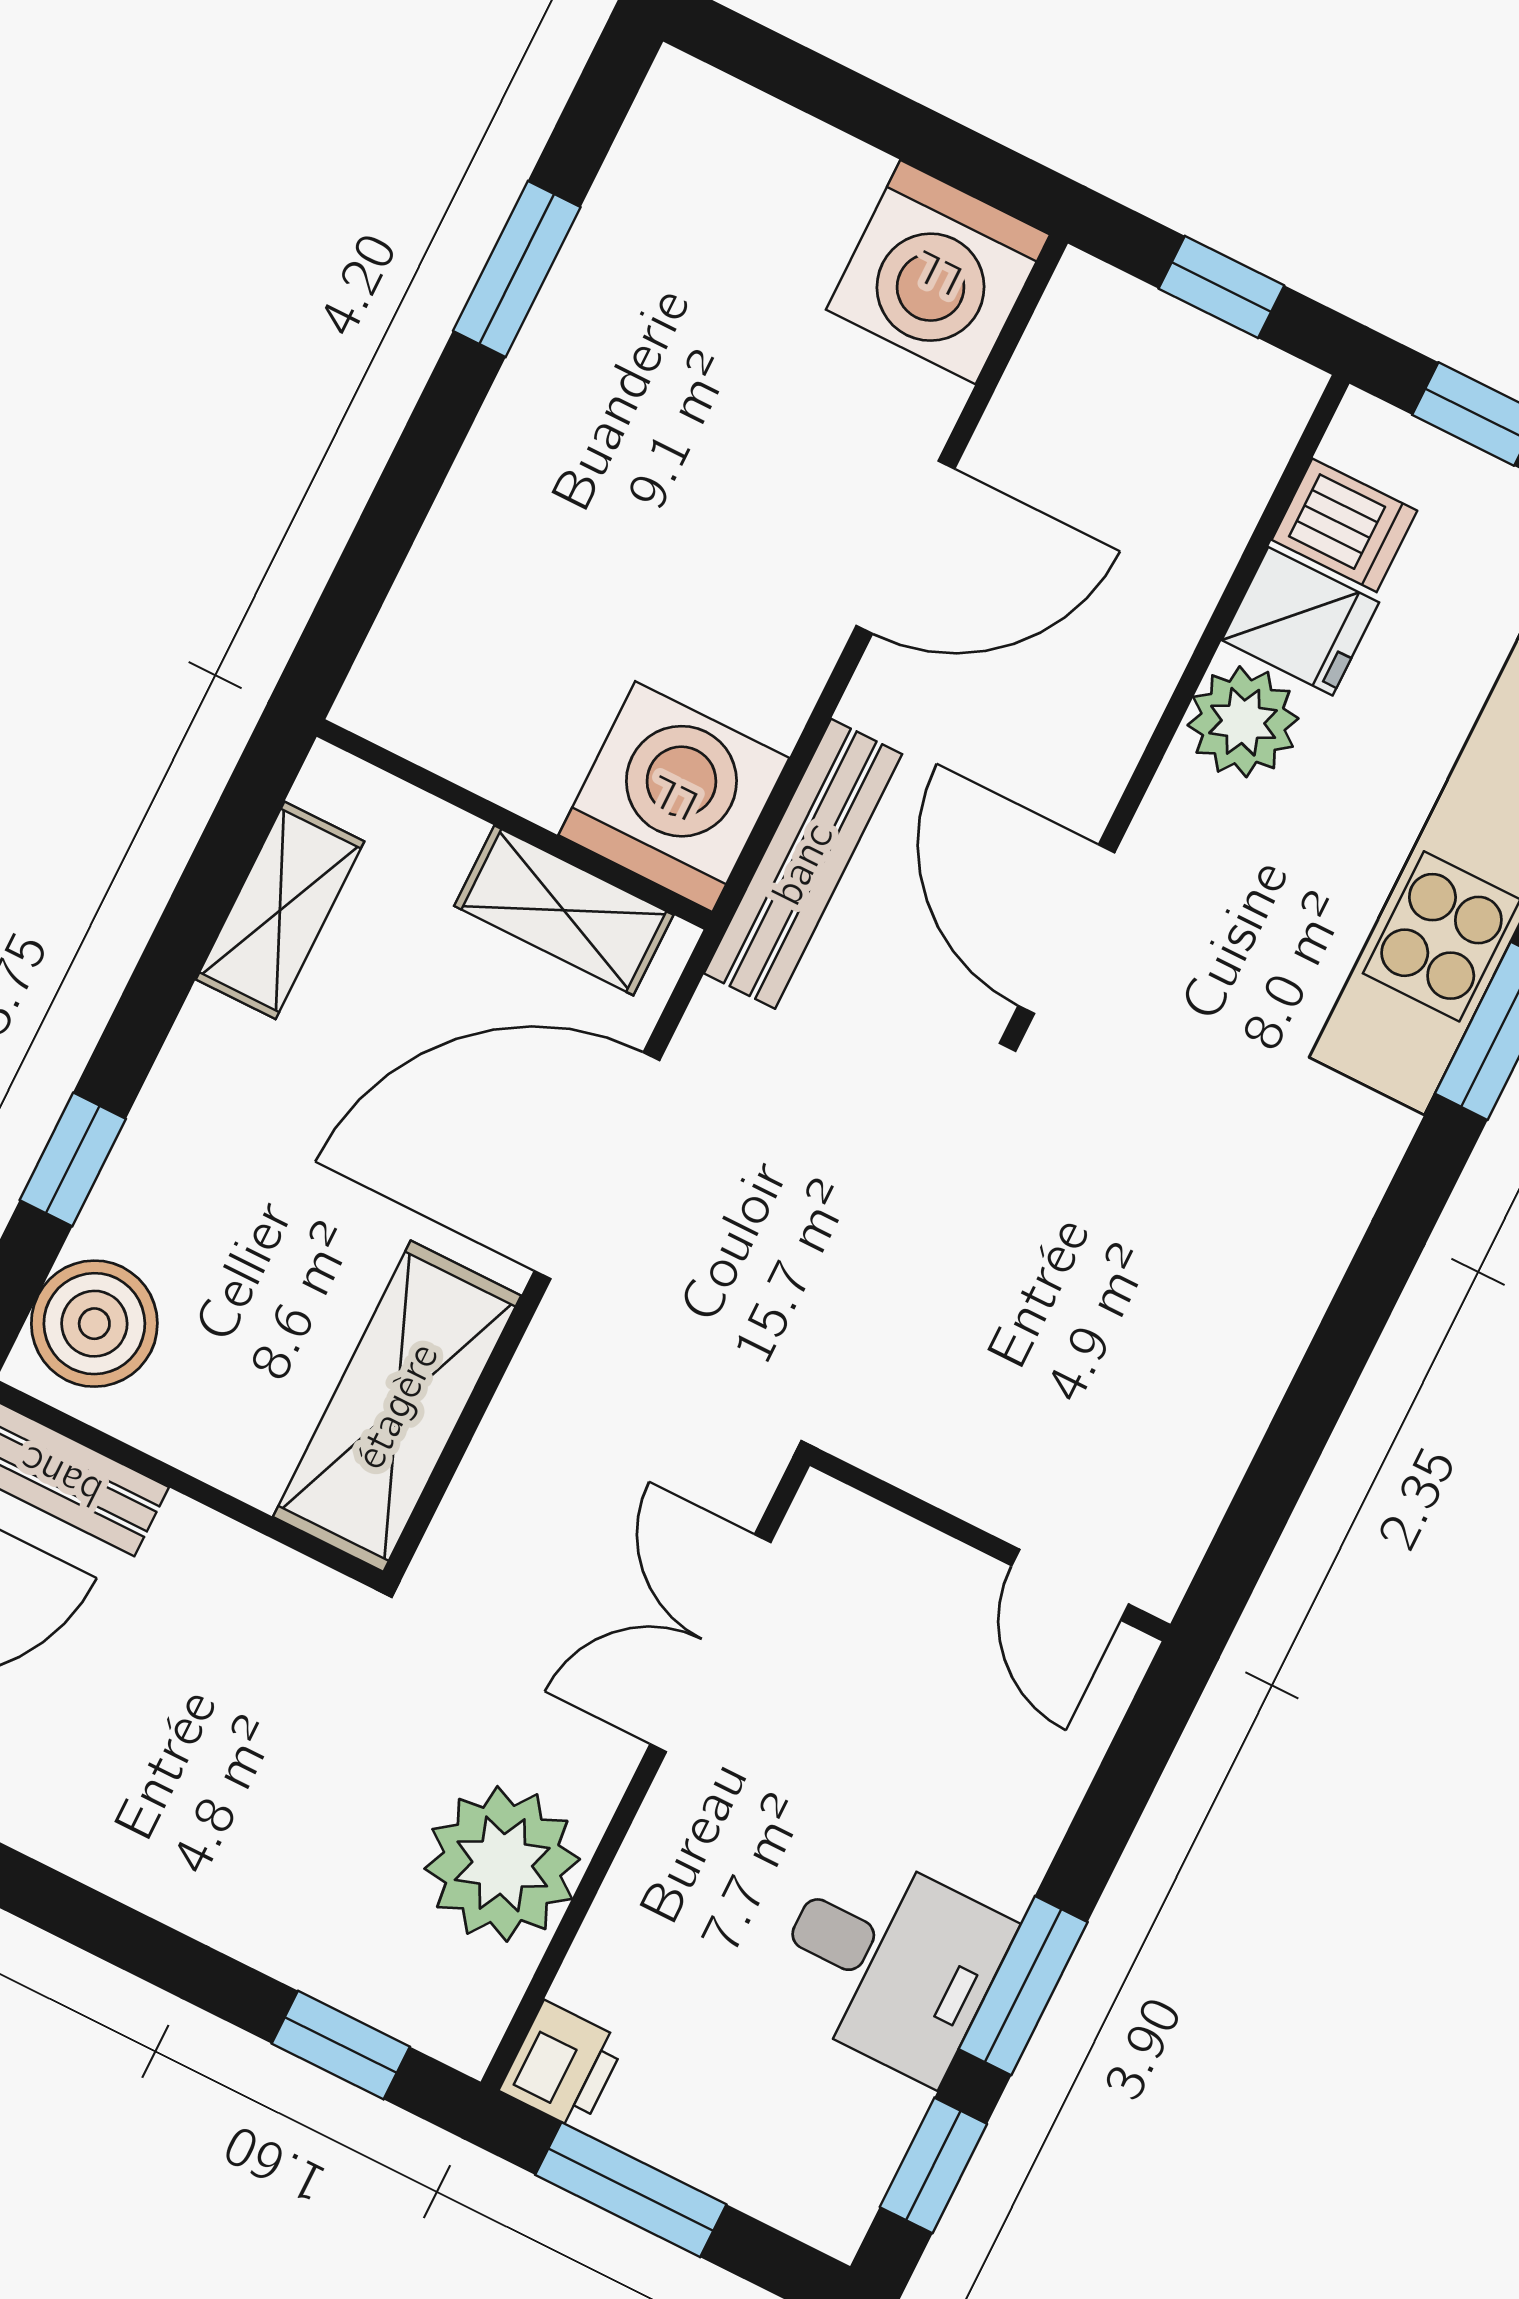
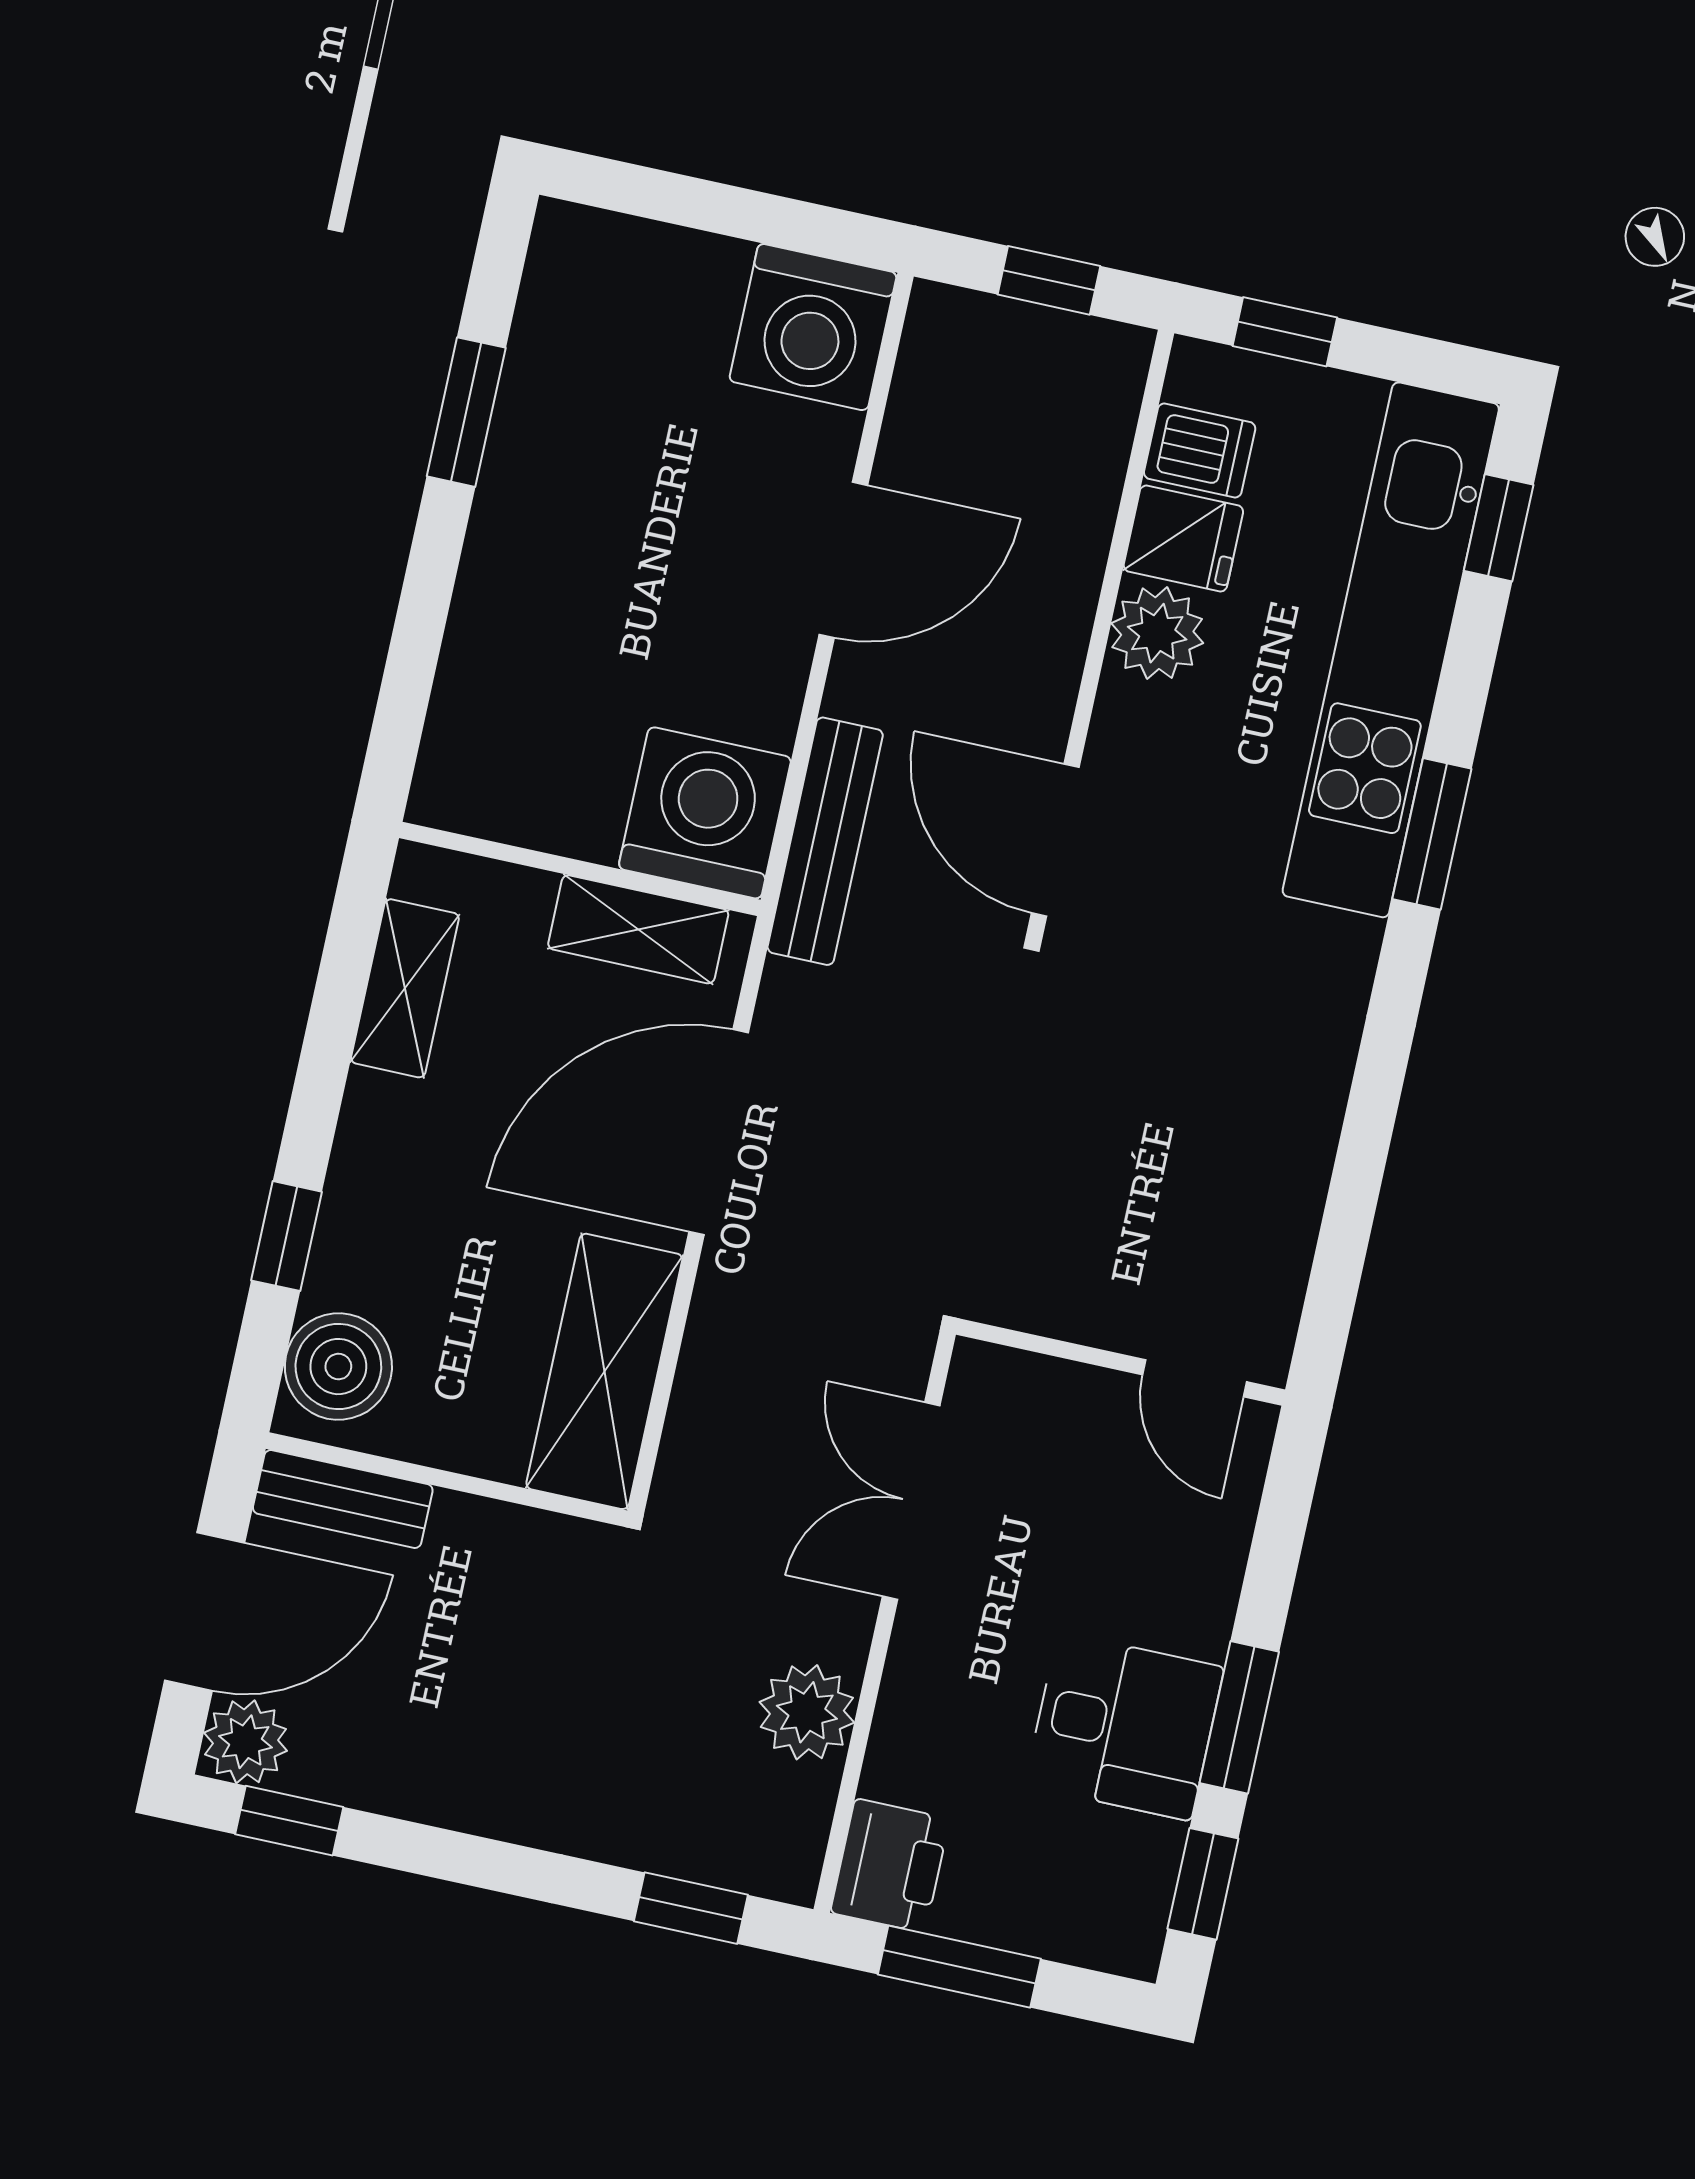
plant: (502, 1864) -> (807, 1712), width x0.73, depth x0.73
printer: (563, 2066) -> (890, 1866), width x1.36, depth x1.24

